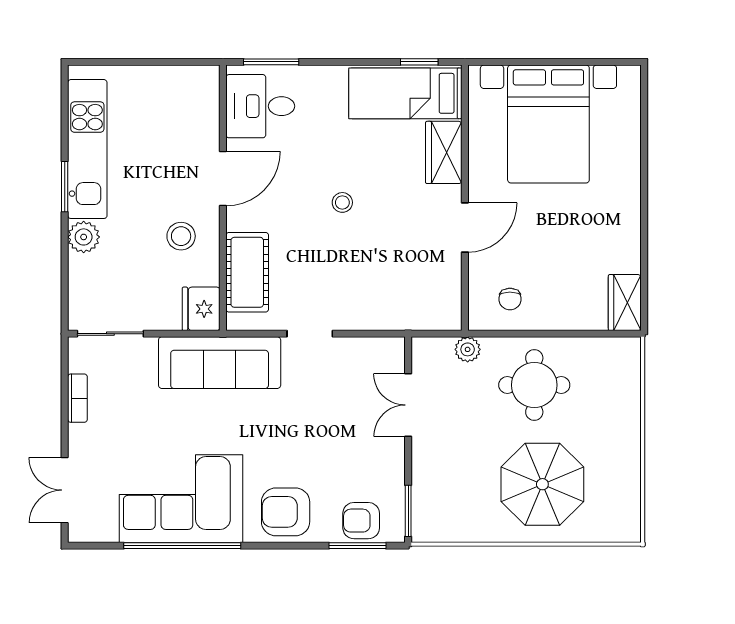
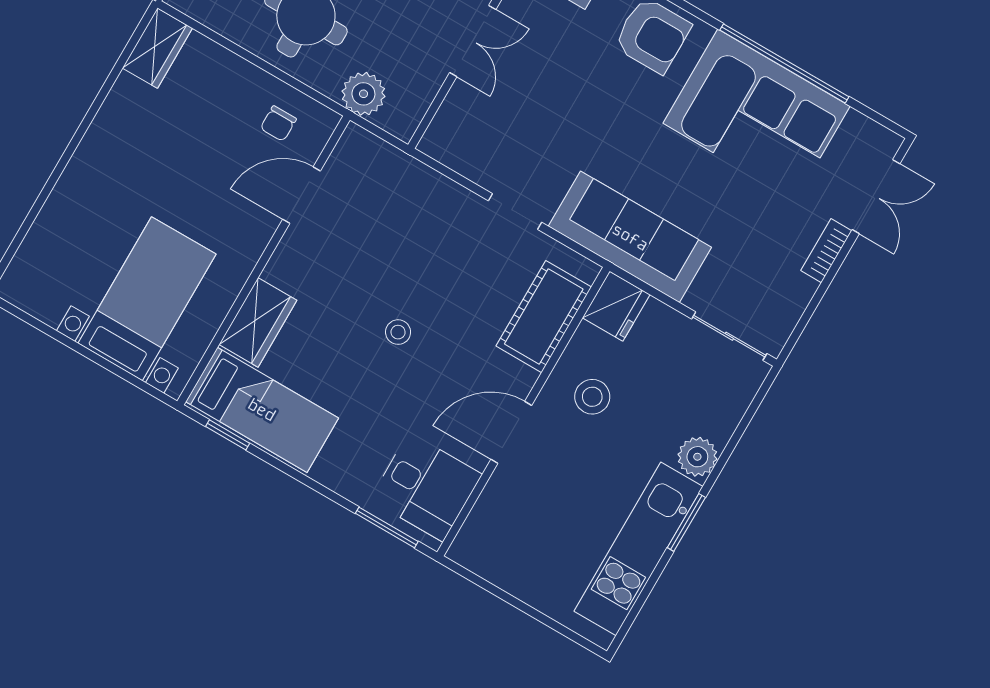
bed with nightstands: (548, 124) -> (147, 299), width x0.73
door: (465, 228) -> (302, 195), moved
chair: (510, 299) -> (278, 124), turned 180
plant: (468, 349) -> (363, 94), width x1.38, depth x1.38
bookcase: (77, 398) -> (826, 251), moved
double door: (408, 405) -> (473, 41), moved

